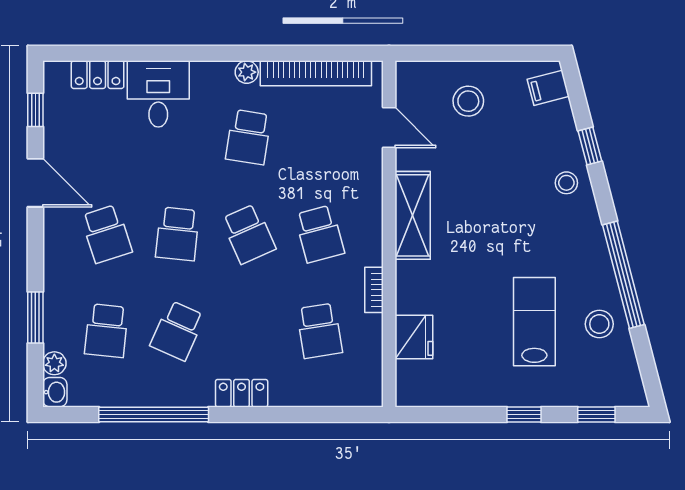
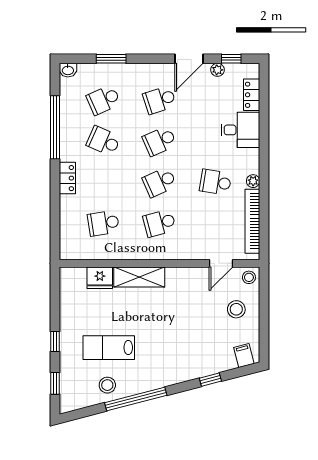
stool: (566, 183) -> (249, 277), moved
shelving: (413, 215) -> (139, 277), moved
school desk: (177, 234) -> (159, 141), turned -30
bookcase: (374, 290) -> (127, 255), removed
lab bench: (534, 322) -> (109, 348), turned 180
school desk: (106, 331) -> (103, 100), turned -30
plant: (54, 363) -> (218, 70), moved

